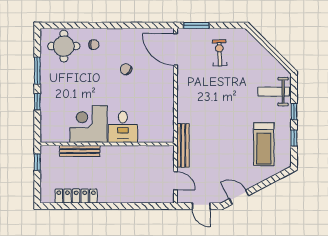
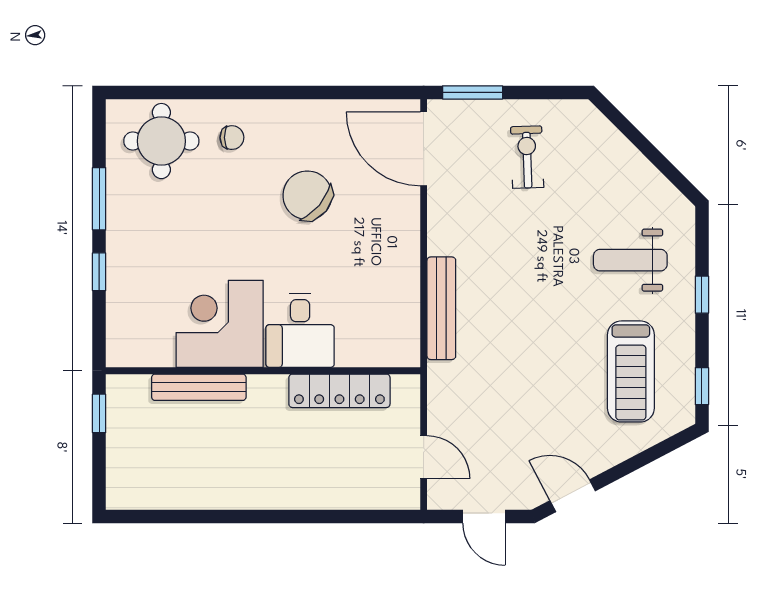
chair: (126, 69) -> (307, 195), width x1.87, depth x1.87
weight bench: (274, 92) -> (630, 260), moved
window: (294, 138) -> (702, 386), moved
bench: (183, 145) -> (441, 308), moved
locker: (76, 196) -> (339, 391), moved, turned 180

